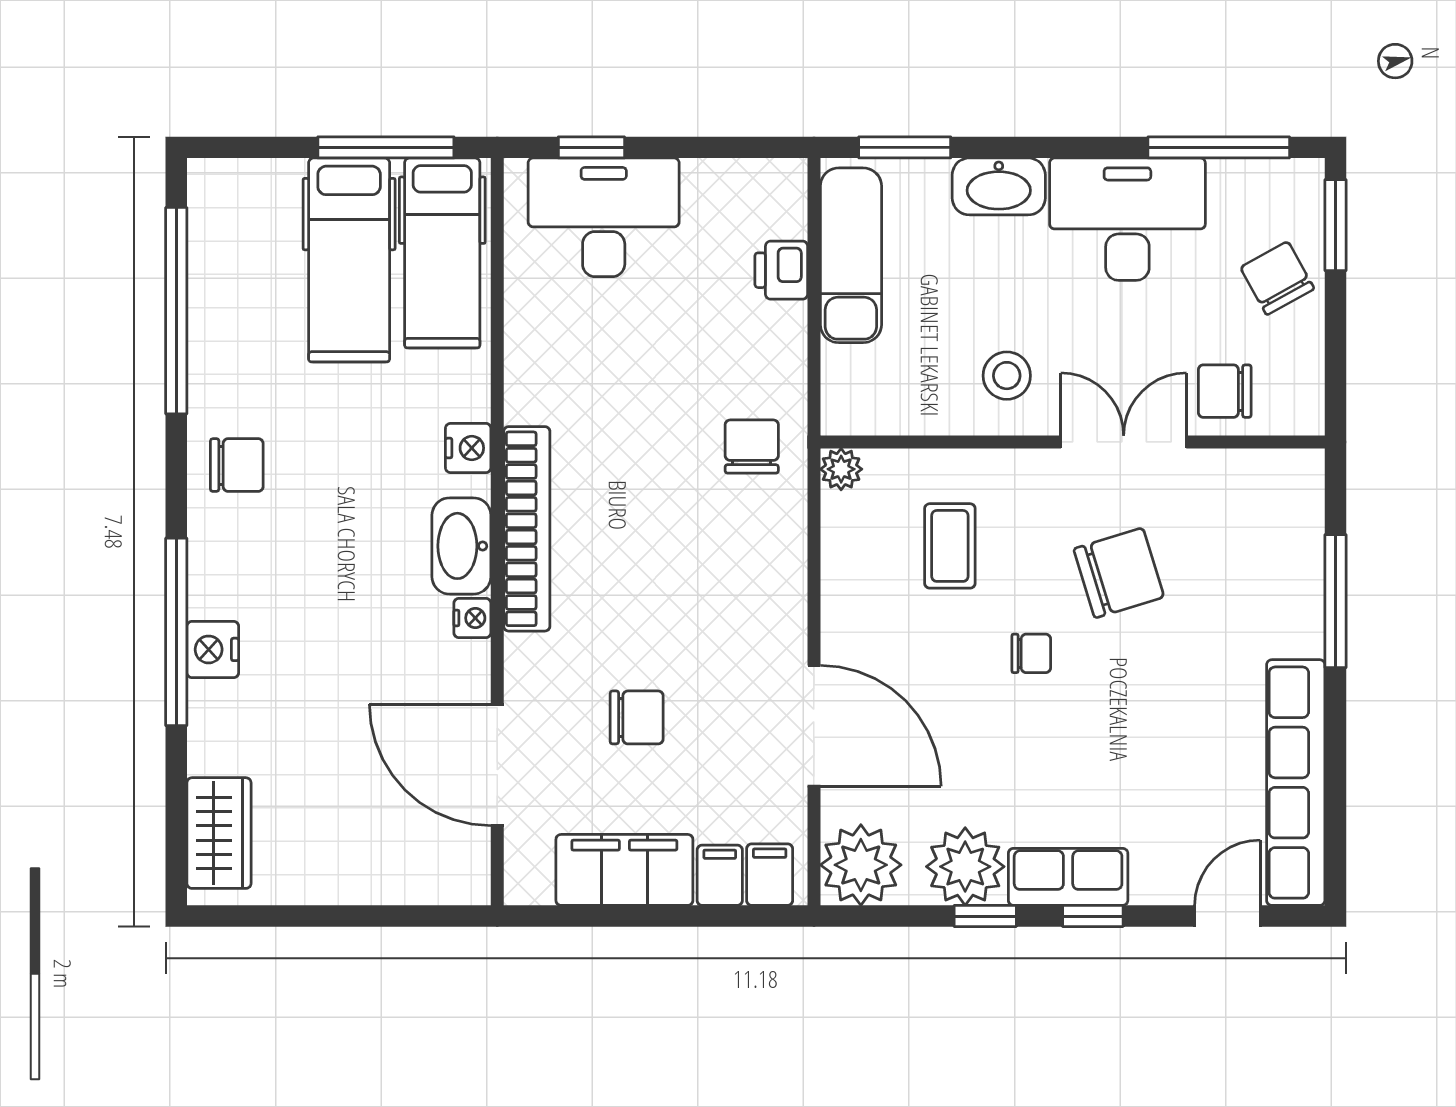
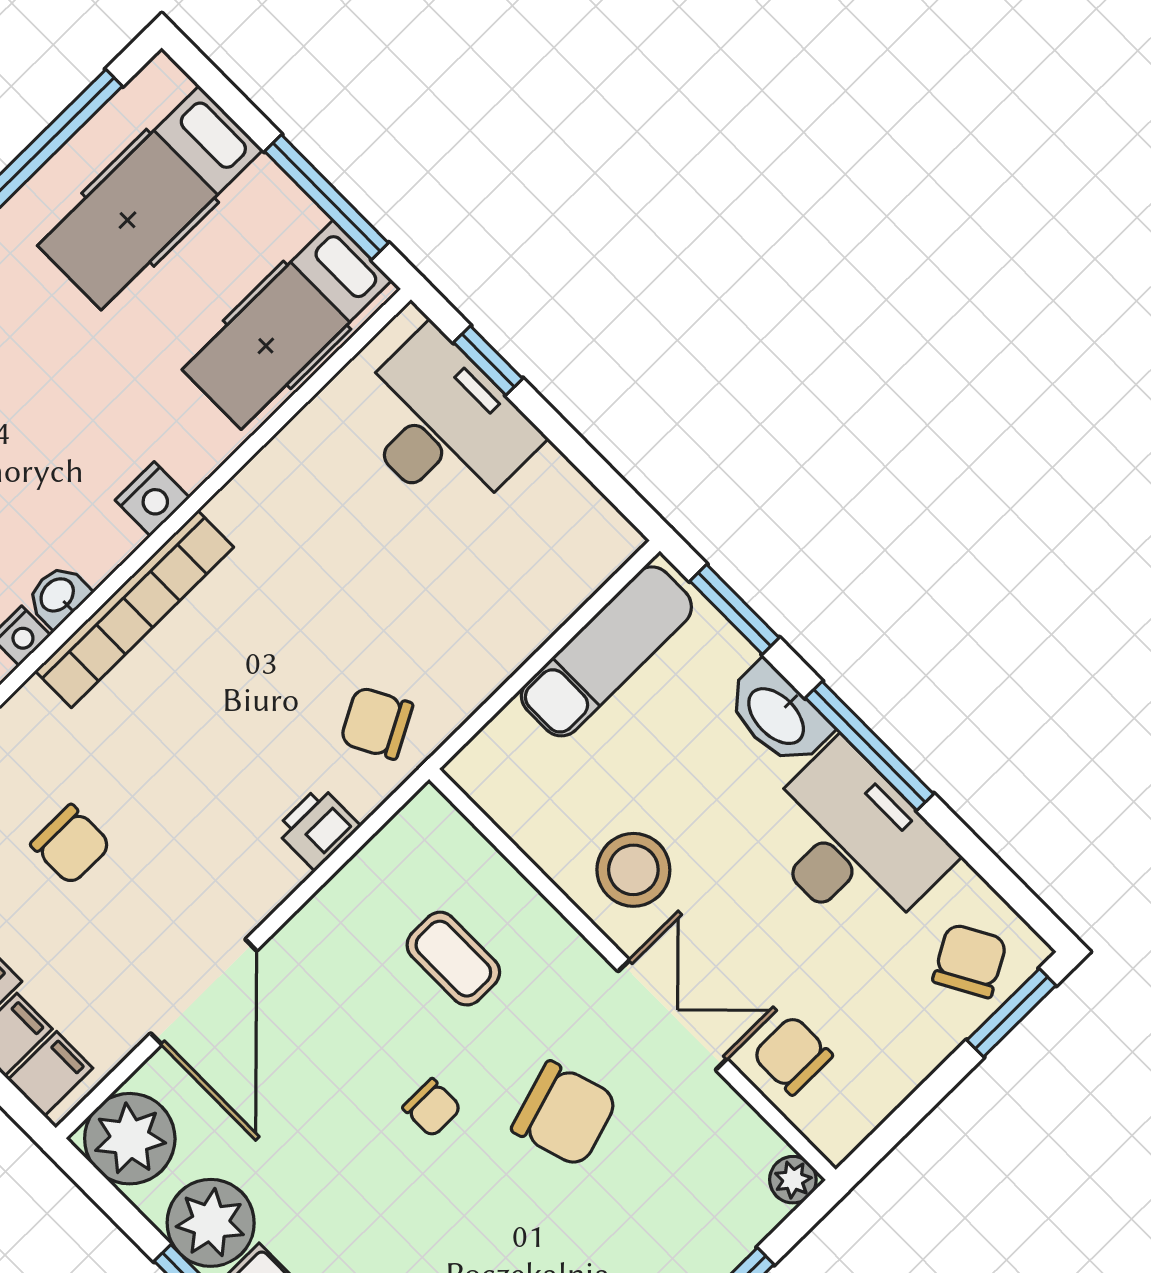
window: (1219, 147) -> (870, 746), moved
hospital bed: (349, 260) -> (150, 198), moved
printer: (781, 270) -> (318, 828), moved
chair: (1277, 278) -> (970, 961), moved
stool: (1007, 376) -> (633, 870), width x1.38, depth x1.38
chair: (752, 447) -> (376, 723), turned -118
plant: (841, 469) -> (793, 1180), moved
washbasin: (461, 546) -> (58, 596), width x0.52, depth x0.69
coffee table: (950, 546) -> (453, 959), turned 90

